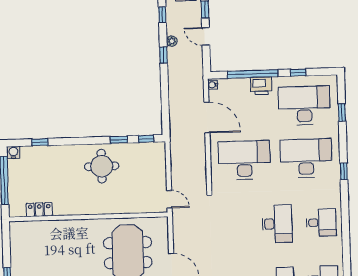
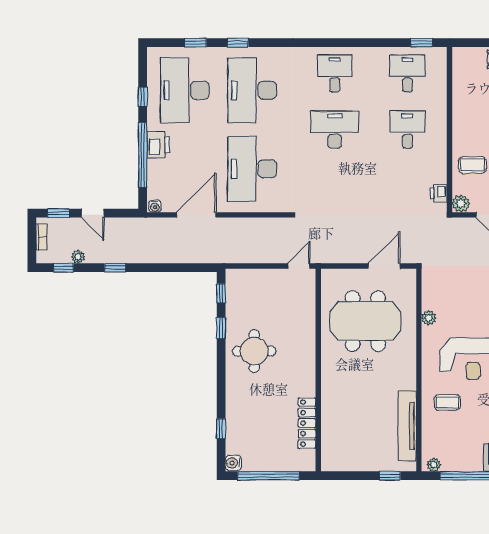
door: (206, 36) -> (93, 213), hinge flipped
plant: (172, 41) -> (78, 257), moved
window: (344, 171) -> (238, 43), moved
locker: (39, 210) -> (307, 423), width x1.53

